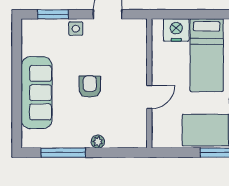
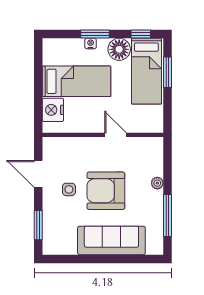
side table: (76, 29) -> (69, 189), moved
armchair: (90, 87) -> (106, 191), width x1.88, depth x1.88

